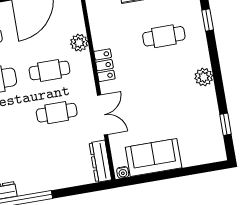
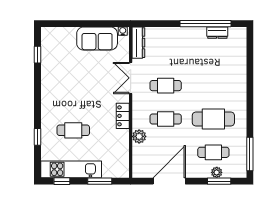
plant: (204, 77) -> (48, 94), removed

